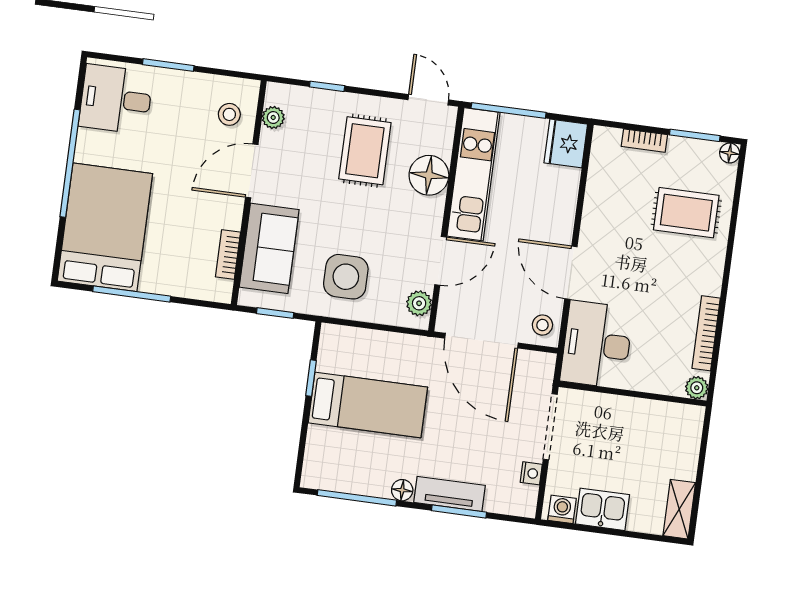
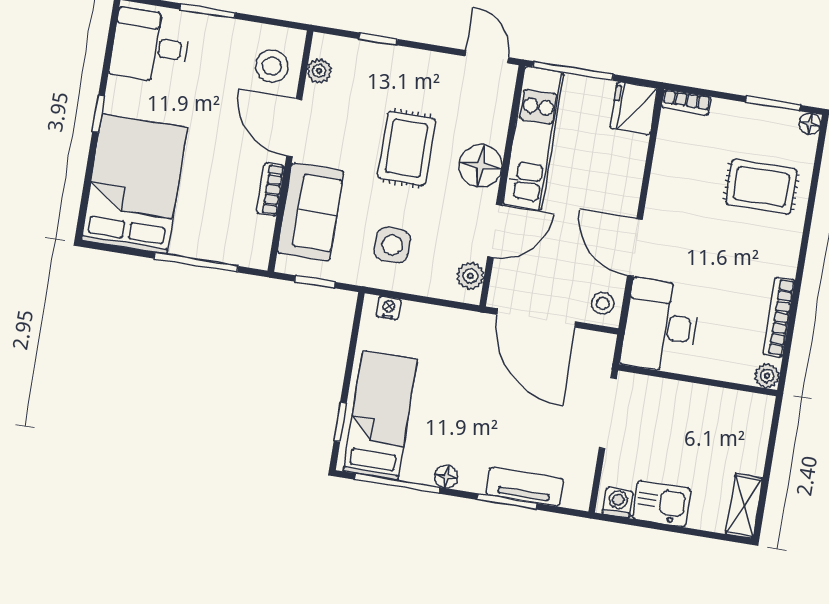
stool: (229, 114) -> (272, 66), width x1.37, depth x1.37
bookcase: (644, 141) -> (686, 102), moved
rug: (365, 151) -> (407, 148), moved
window: (70, 163) -> (99, 114), width x0.32
door: (252, 171) -> (294, 128), hinge flipped
floor lamp: (429, 175) -> (481, 166), moved
bookcase: (228, 254) -> (271, 189), moved
side table: (346, 277) -> (392, 245), width x0.73, depth x0.73
window: (132, 294) -> (196, 262), moved
window: (311, 378) -> (340, 422), moved
bed: (368, 405) -> (380, 415), moved, turned -90
nightstand: (531, 473) -> (389, 308), moved, turned -90
tv unit: (450, 494) -> (525, 487), moved

